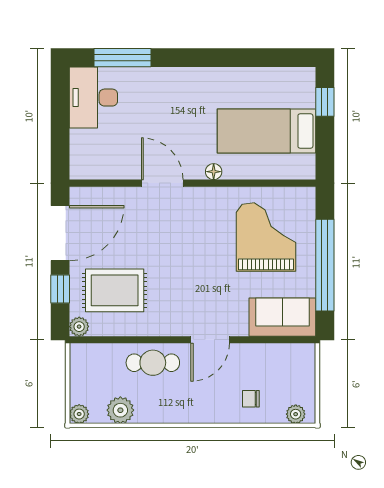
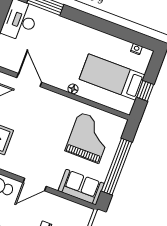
nightstand: (288, 74) -> (136, 49), added
window: (325, 102) -> (145, 91), moved
door: (162, 183) -> (29, 80), moved

